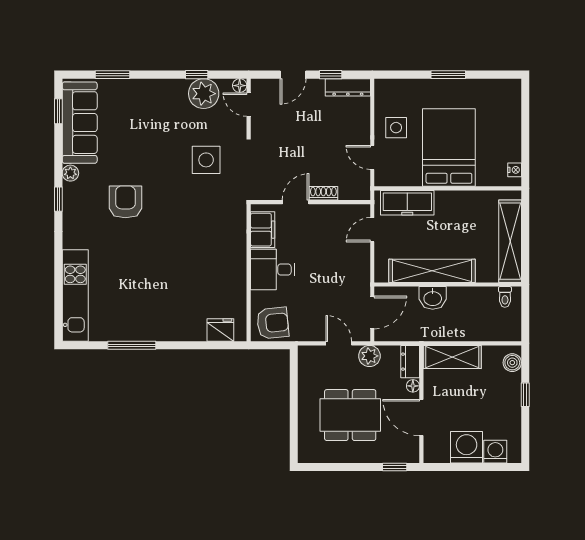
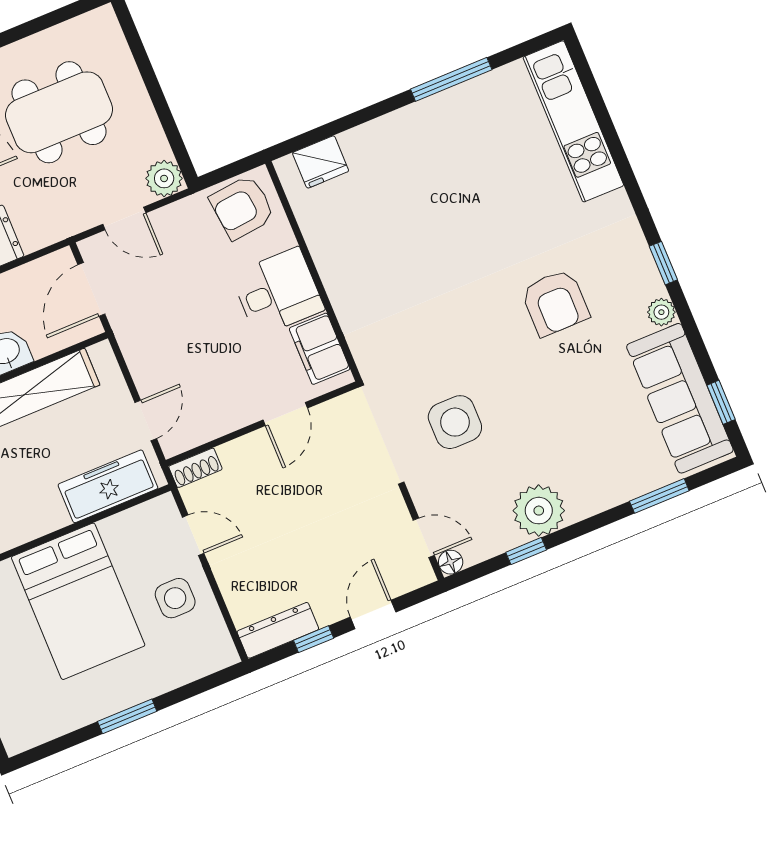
plant: (204, 94) -> (539, 511), moved
shoe rack: (323, 193) -> (195, 468), moved
plant: (369, 356) -> (164, 178), moved

